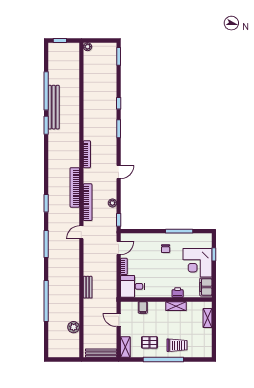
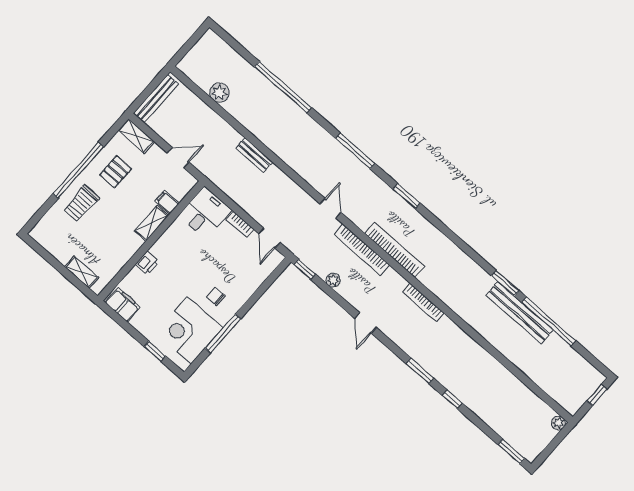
corner desk: (197, 263) -> (189, 330), moved, turned -90
shelving: (176, 306) -> (152, 223), moved

